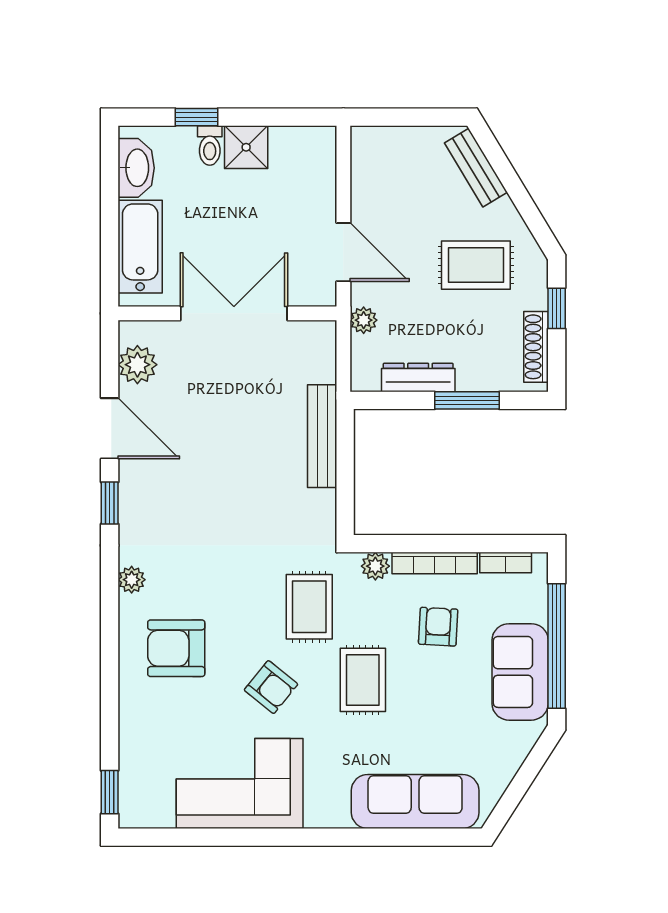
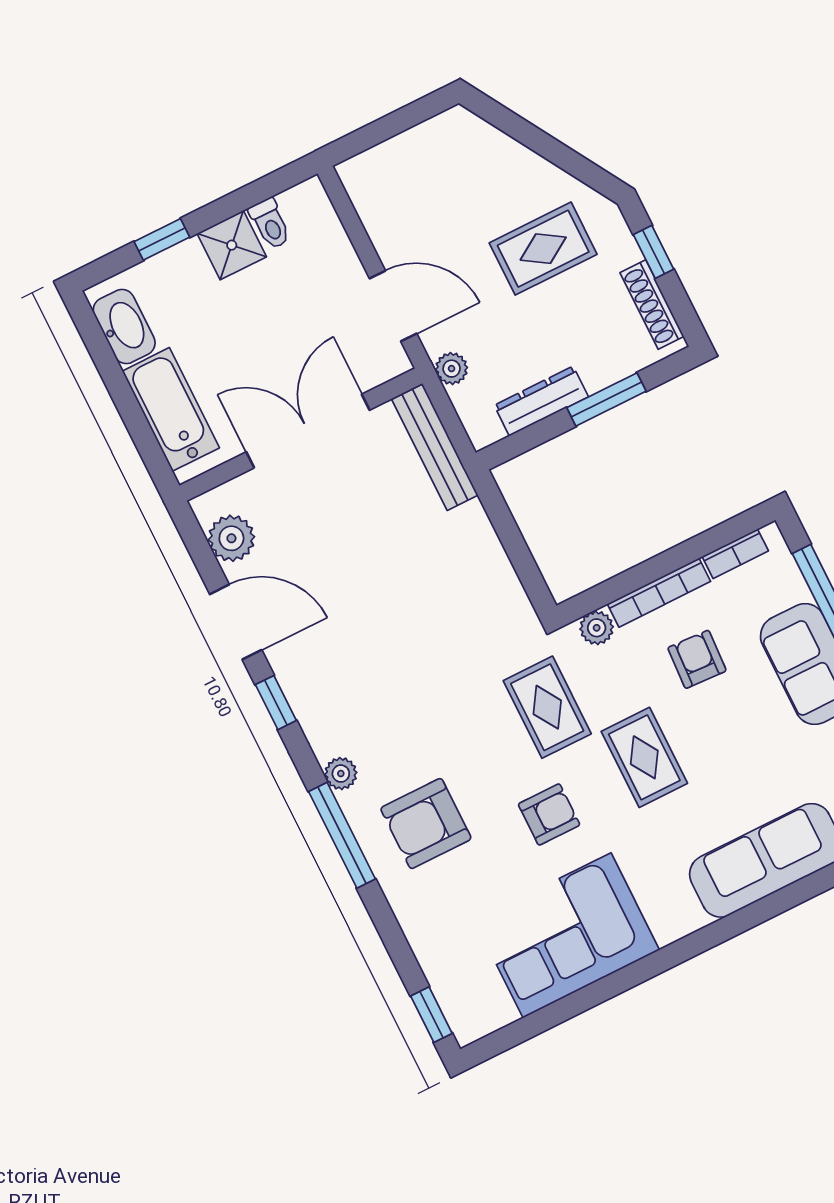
toilet: (210, 145) -> (270, 224), moved
bench: (476, 168) -> (491, 143), removed
bench: (322, 436) -> (435, 447), moved
window: (110, 626) -> (342, 835), added
armchair: (271, 687) -> (549, 814), turned -39

